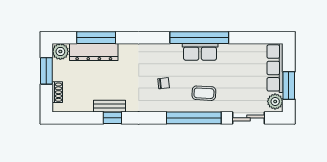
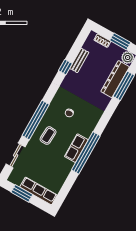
plant: (275, 102) -> (17, 179), removed
bench: (110, 106) -> (79, 60), moved

